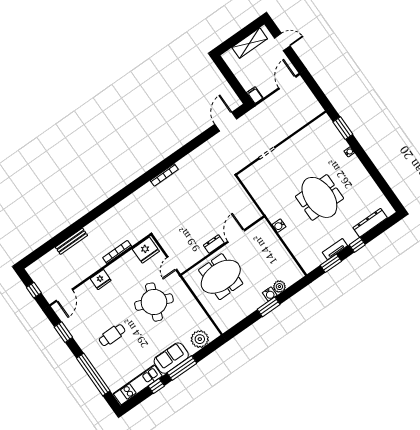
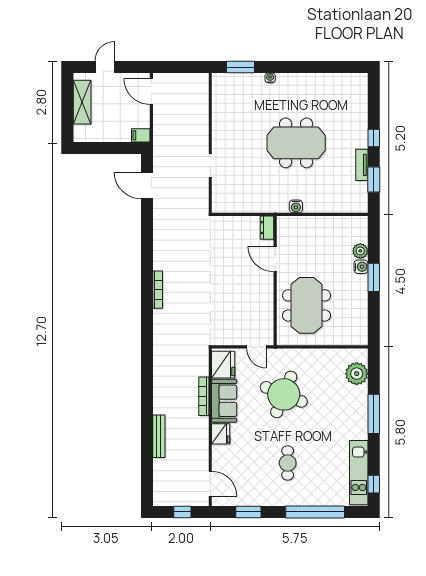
dresser: (370, 223) -> (360, 108), removed
dresser: (214, 244) -> (267, 228), moved
sofa: (171, 358) -> (224, 401), moved, turned 180
window: (156, 386) -> (374, 484), moved

